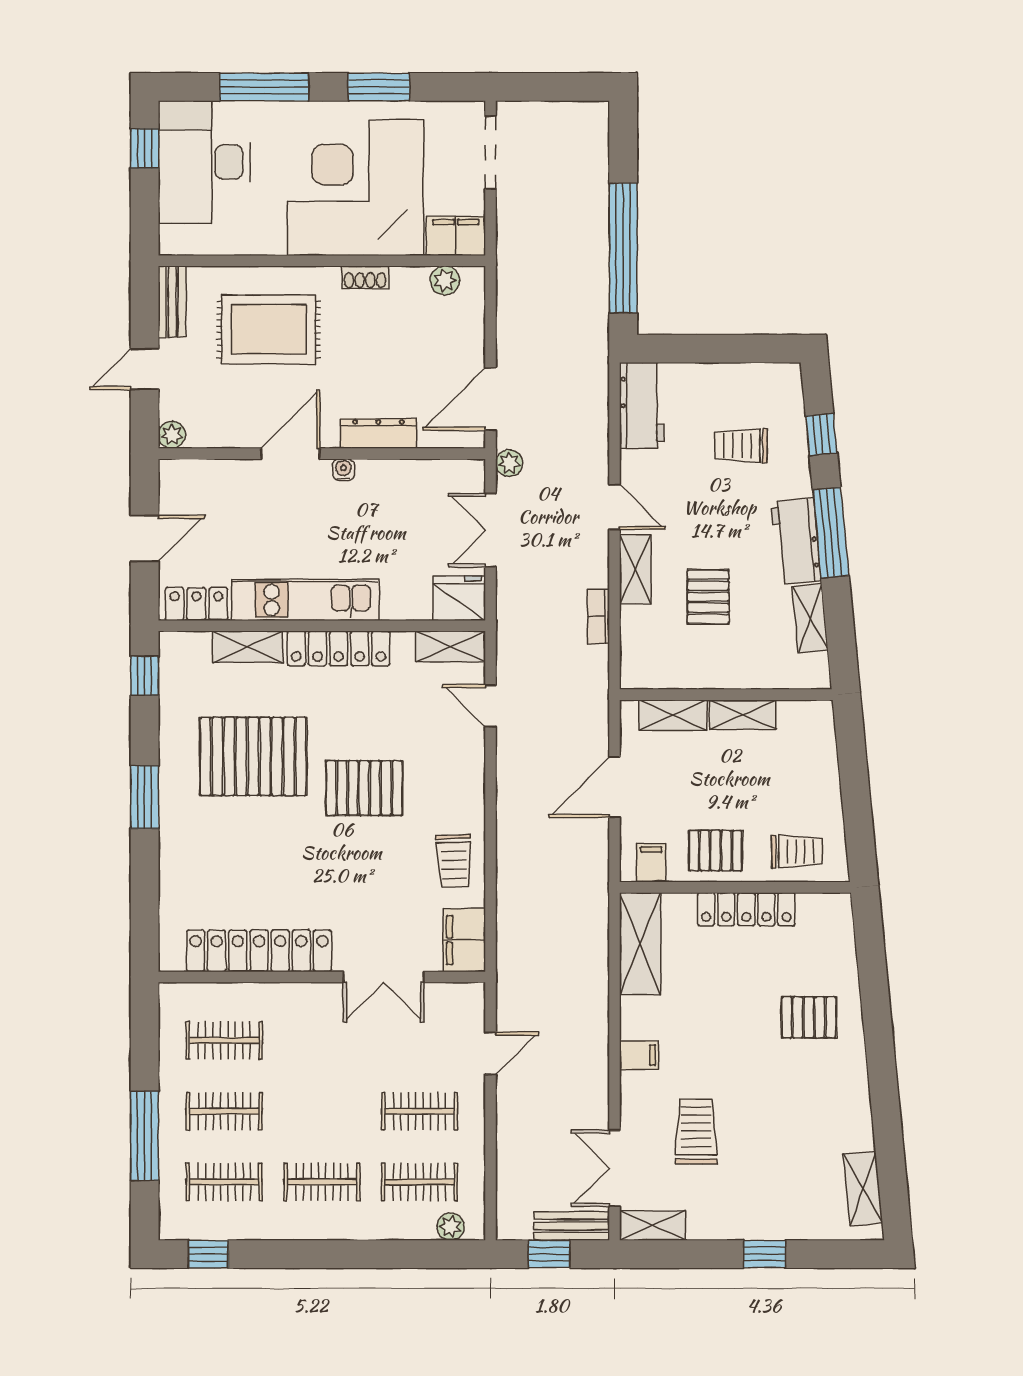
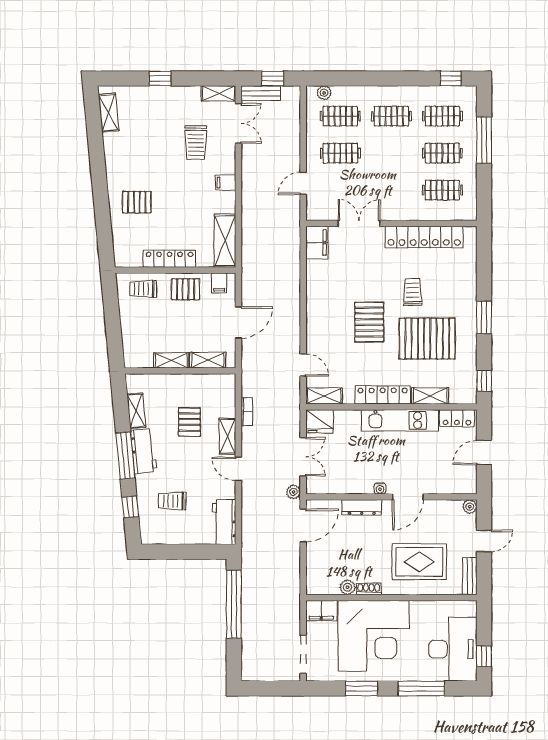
plant: (445, 281) -> (348, 587), moved
trolley: (741, 446) -> (172, 501), turned 180
pallet: (364, 788) -> (369, 322), turned 90
trolley: (454, 861) -> (412, 292), moved

